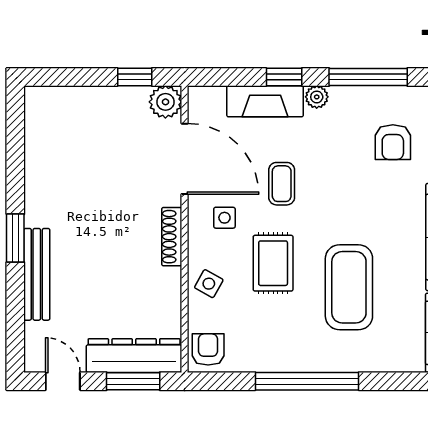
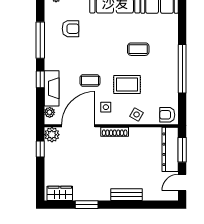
plant: (317, 97) -> (50, 112), moved
wardrobe: (40, 119) -> (60, 193), added
window: (15, 238) -> (87, 205), moved
bench: (37, 274) -> (126, 195), width x0.73
coffee table: (349, 287) -> (138, 49), width x0.54, depth x0.58

